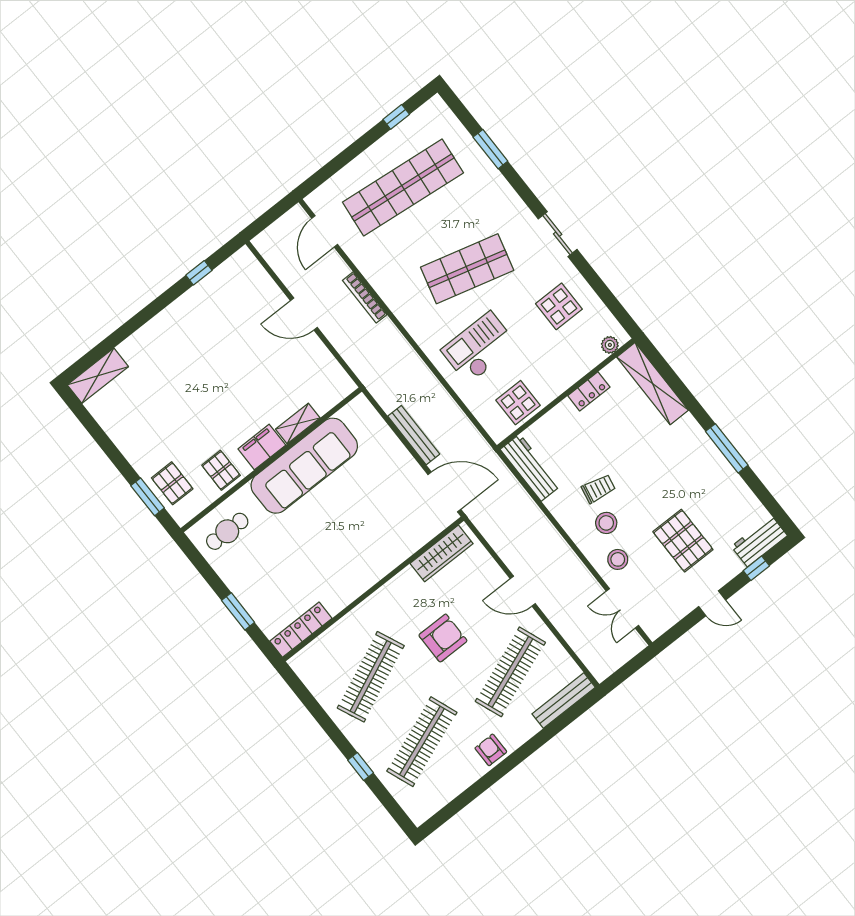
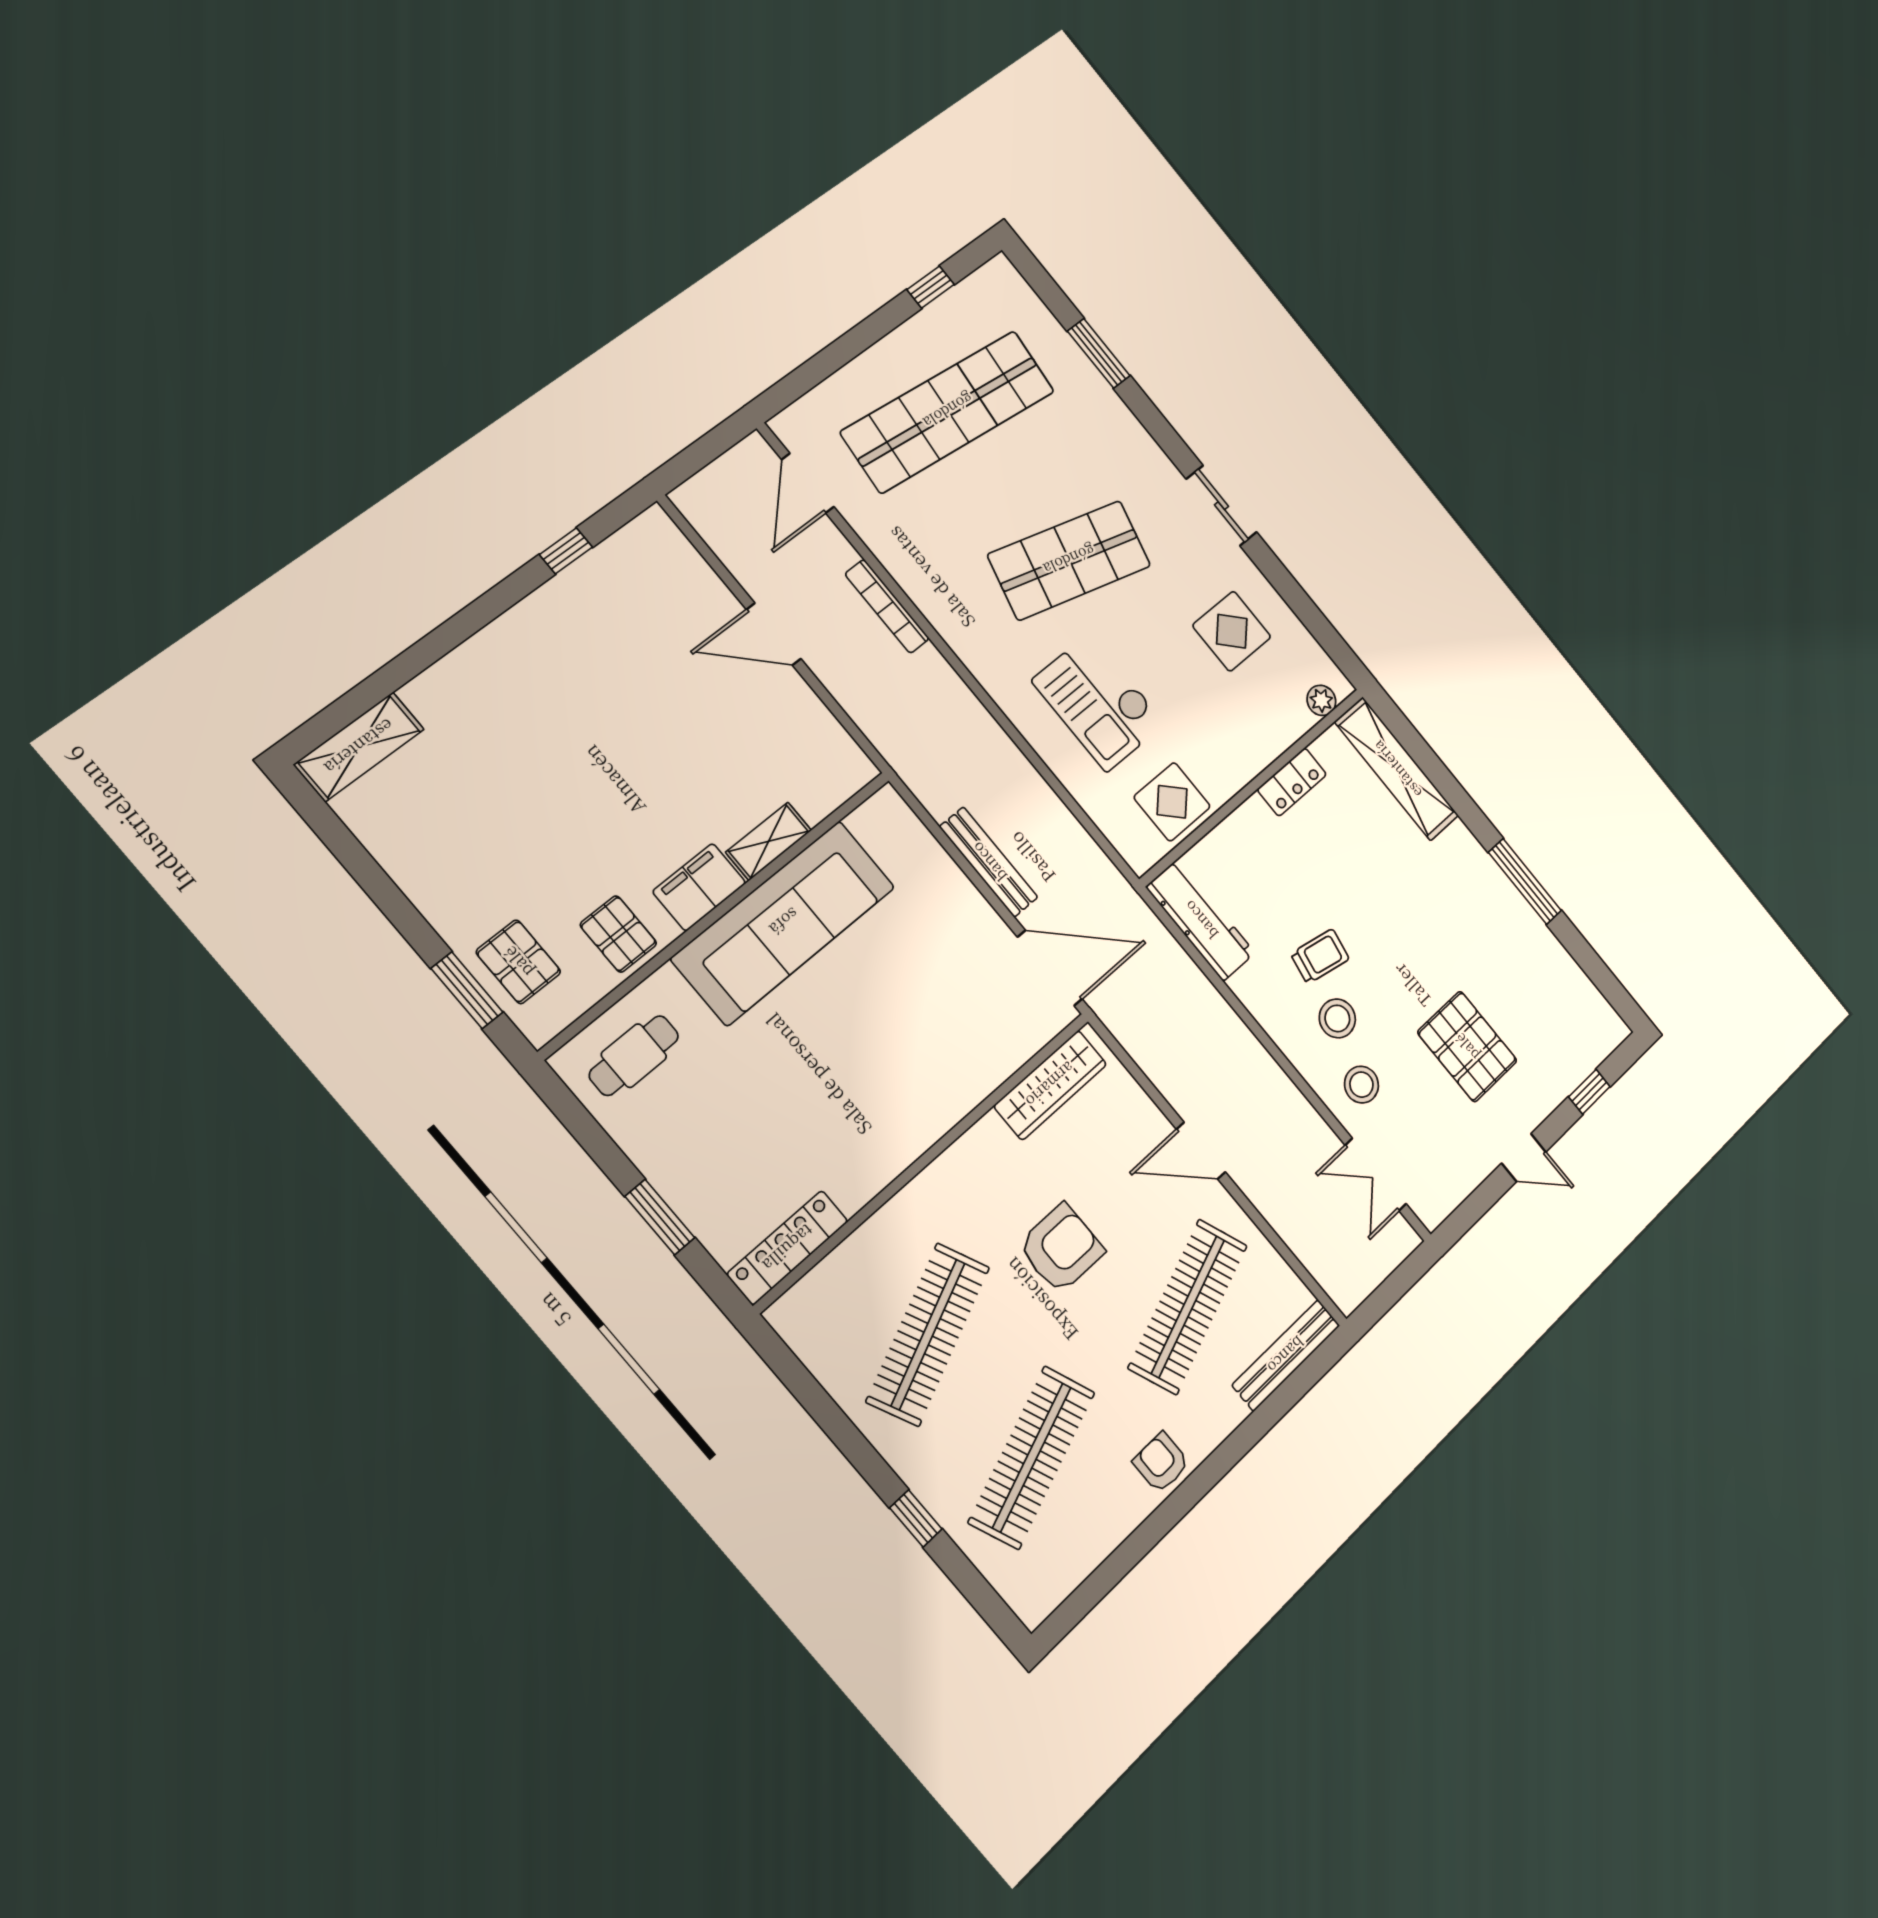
checkout: (479, 348) -> (1099, 702), turned -90
workbench: (759, 541) -> (1590, 1043), removed

